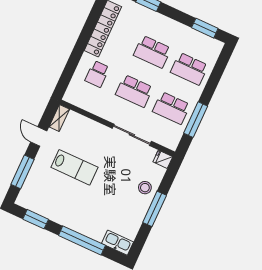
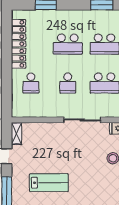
school desk: (134, 91) -> (68, 83), width x0.54
lab bench: (74, 167) -> (49, 183), moved

